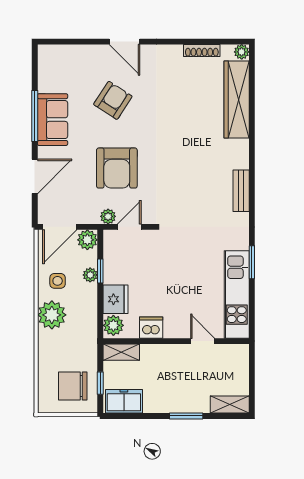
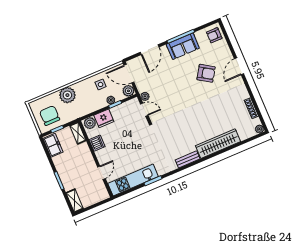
wardrobe: (237, 99) -> (218, 144), moved
armchair: (117, 168) -> (214, 35), moved, width x0.53, depth x0.53
door: (35, 176) -> (150, 50), hinge flipped
plant: (52, 315) -> (67, 95), moved

